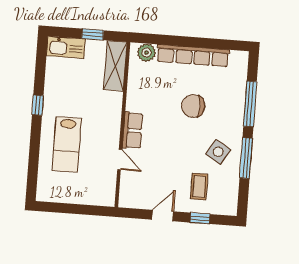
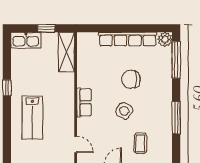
plant: (146, 53) -> (165, 39), moved
window: (250, 104) -> (176, 60), moved
side table: (218, 152) -> (124, 111), moved
door: (120, 160) -> (76, 145), moved

